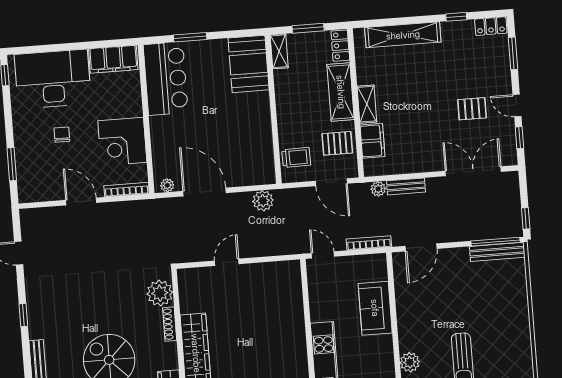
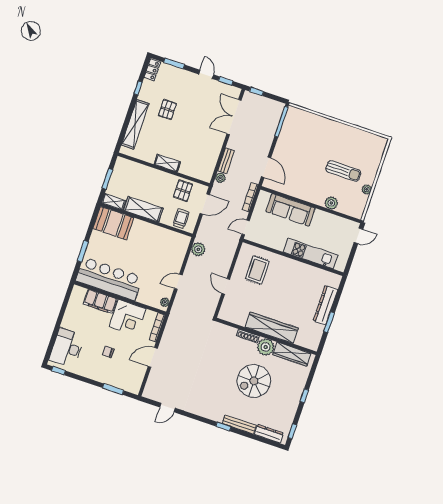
locker: (340, 46) -> (126, 164), removed
filing cabinet: (113, 59) -> (100, 301), moved, turned 90
desk: (53, 79) -> (67, 348), width x0.73, depth x0.77
bar counter: (166, 79) -> (109, 279), width x1.36
shelving: (341, 92) -> (143, 209), moved
door: (517, 106) -> (206, 74), swing flipped
pallet: (472, 109) -> (167, 109), moved
filing cabinet: (372, 141) -> (190, 169), removed
door: (205, 192) -> (178, 282), width x0.53
window: (526, 218) -> (257, 91), moved
bench: (497, 252) -> (288, 123), removed
plant: (160, 293) -> (266, 347), moved
rug: (269, 297) -> (257, 270), added
sofa: (375, 308) -> (291, 210), width x1.36
window: (23, 315) -> (223, 426), moved

